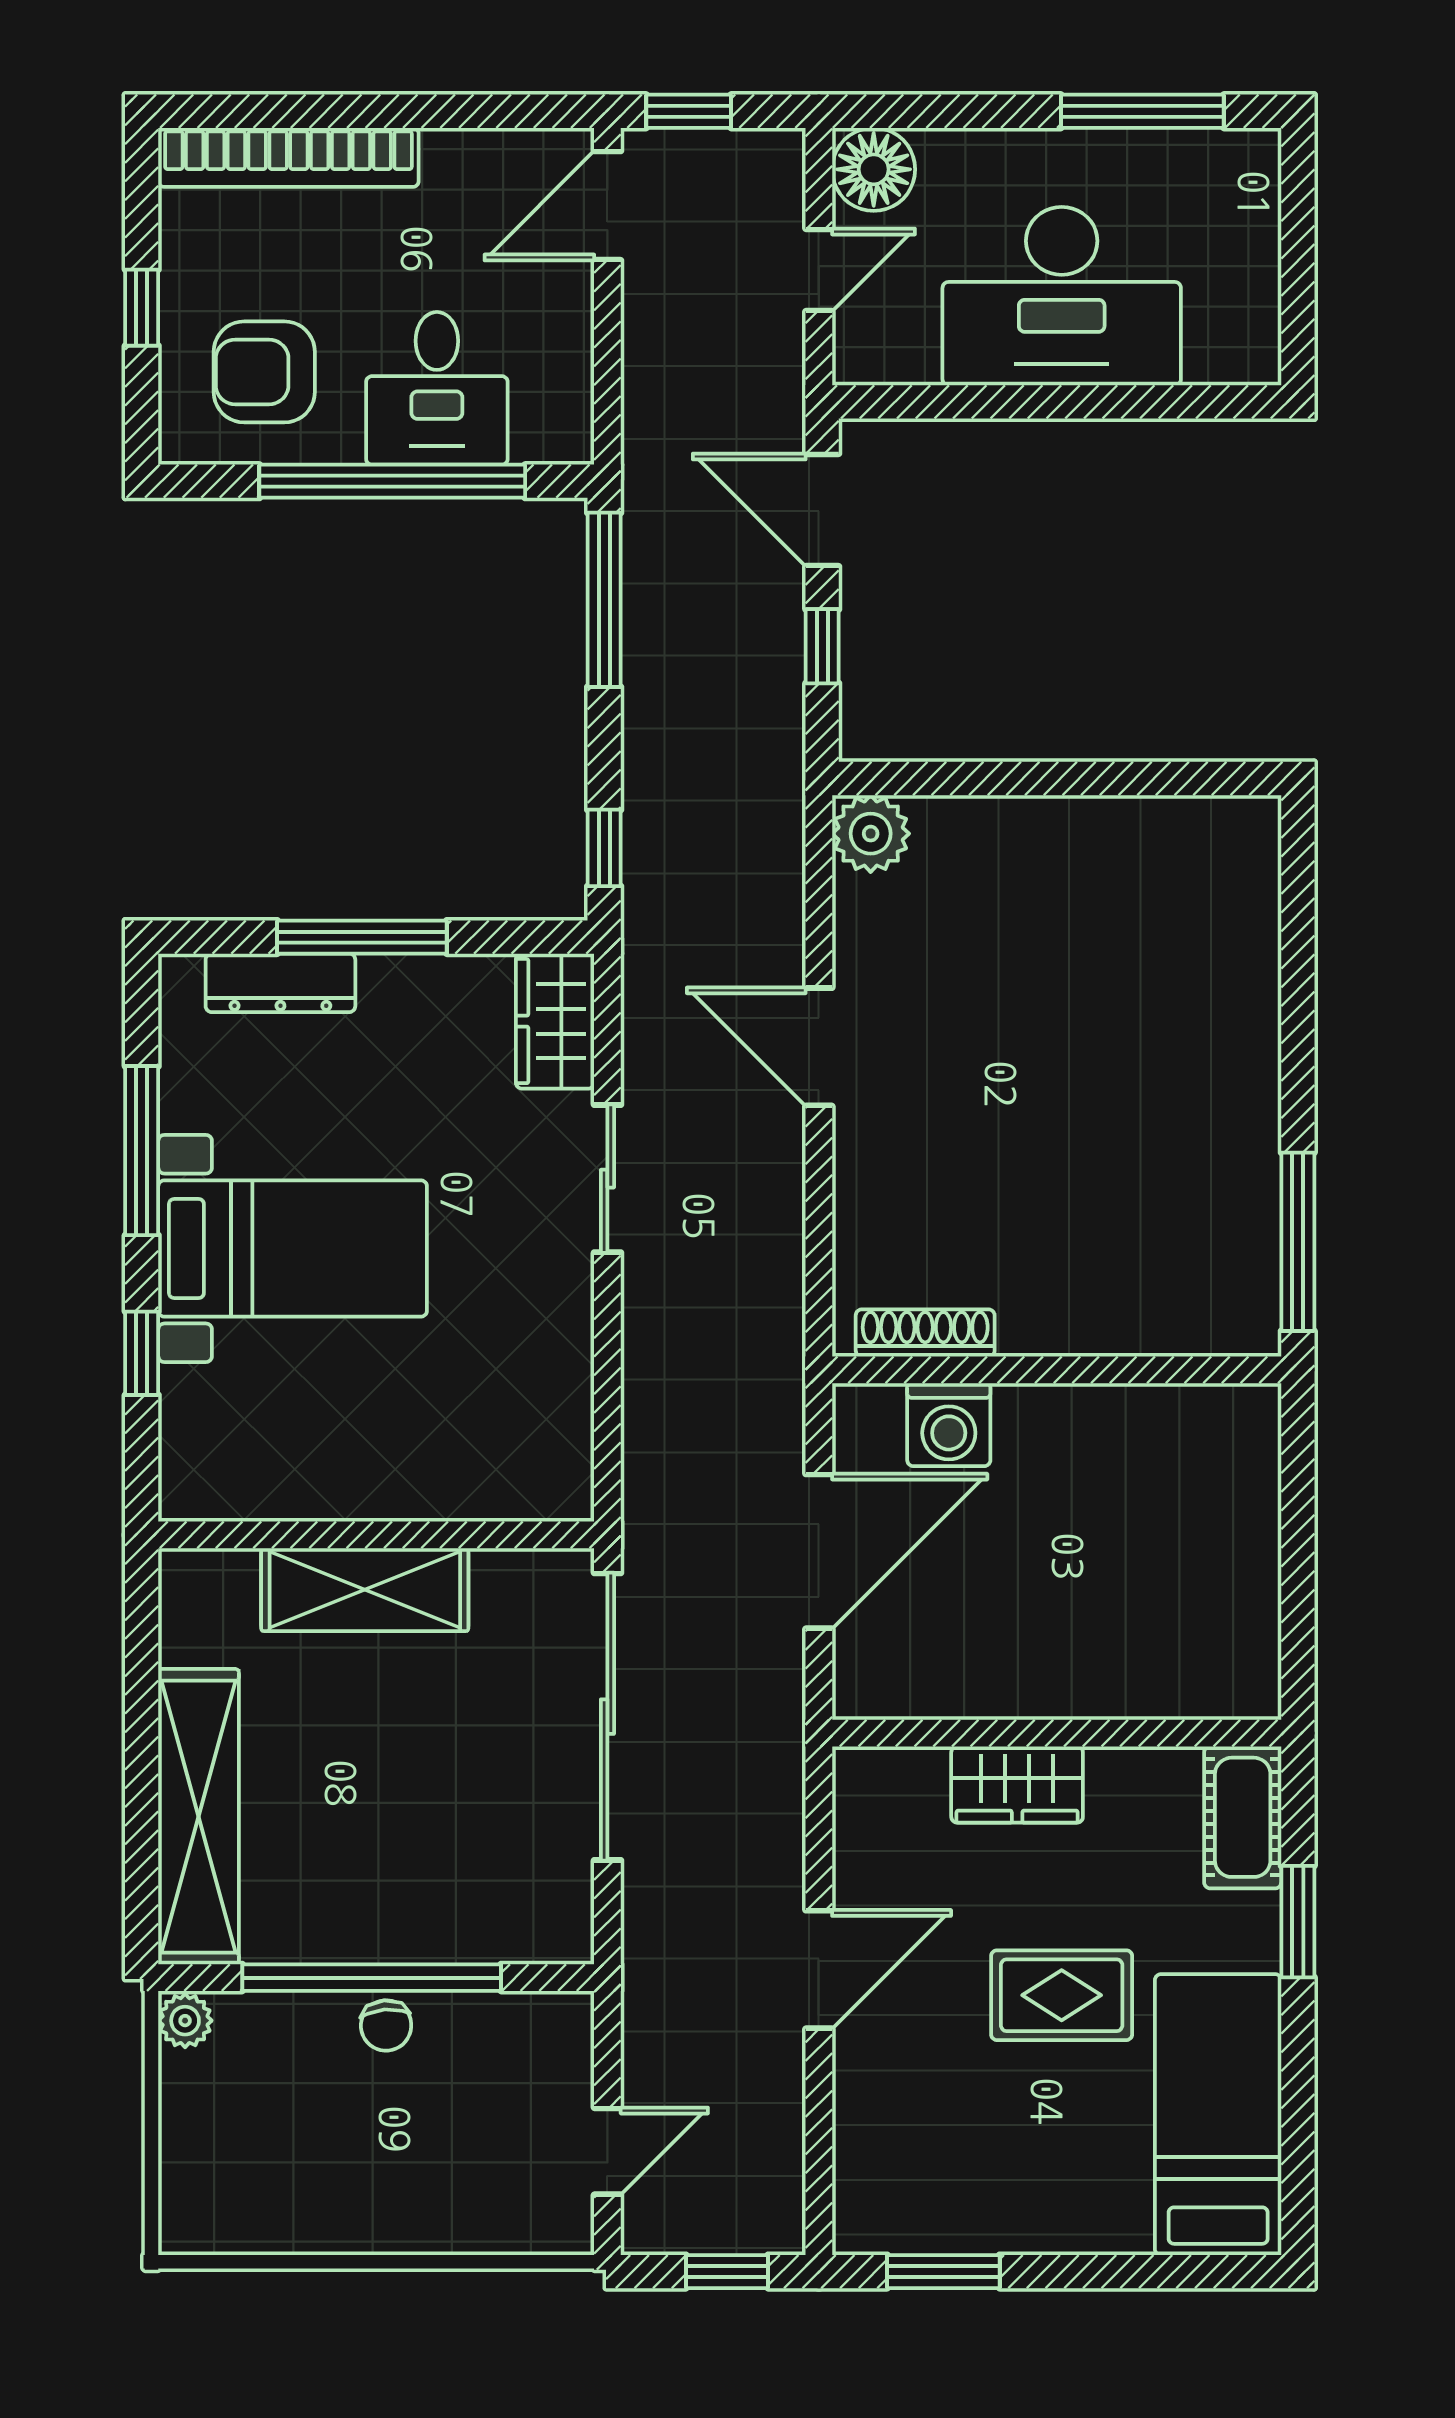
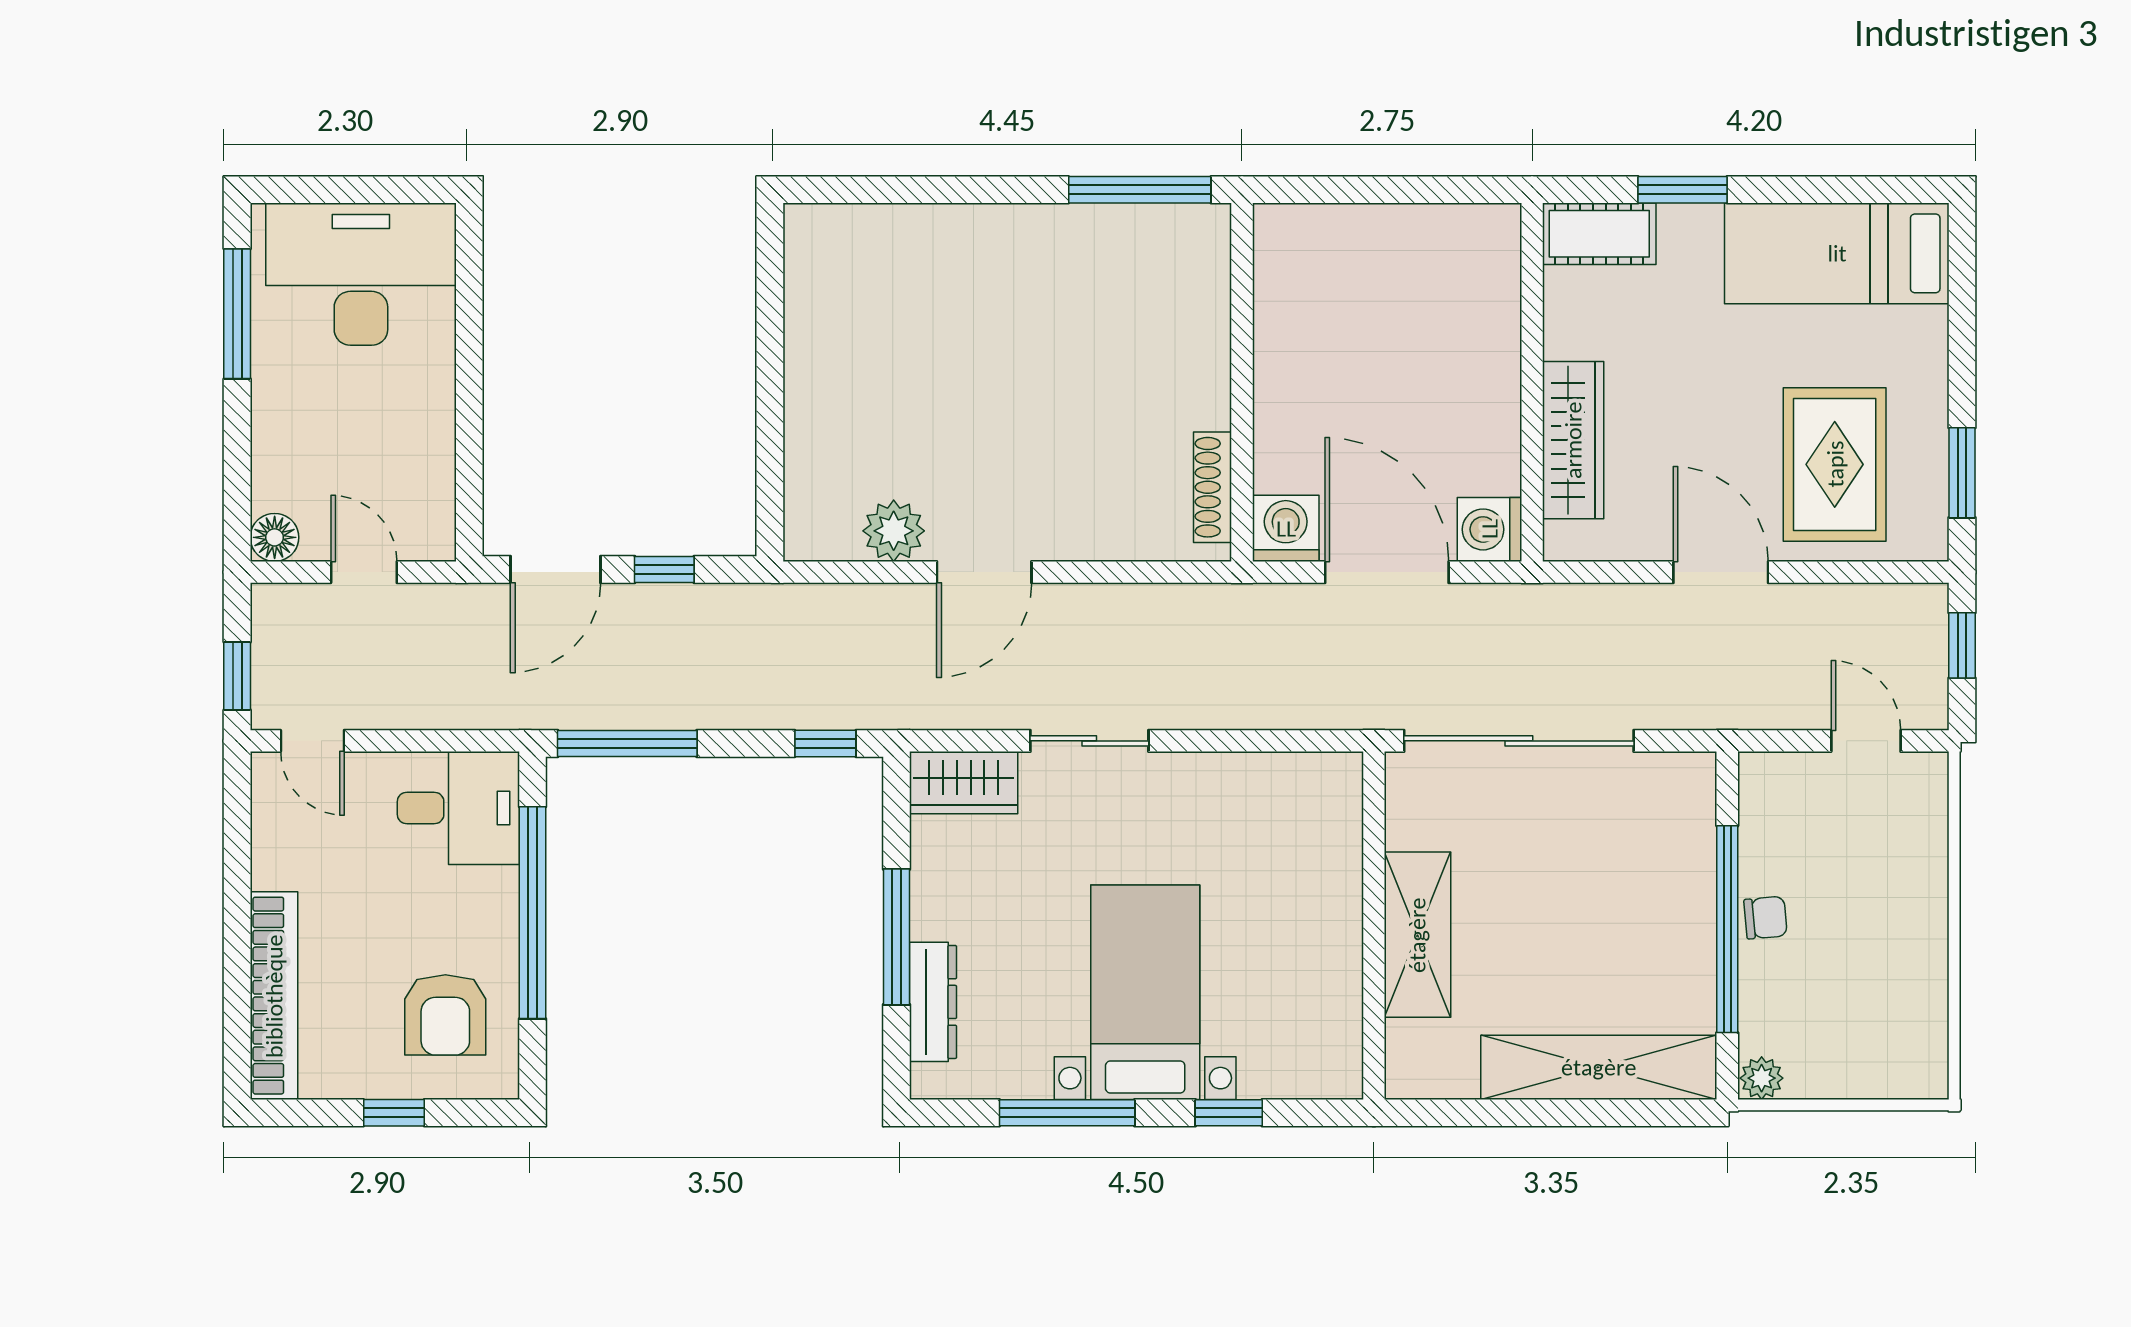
floor lamp: (874, 169) -> (275, 537), width x0.73, depth x0.73
door: (607, 206) -> (312, 741), width x0.73
desk: (1062, 296) -> (361, 274), moved, turned -90
desk: (437, 388) -> (458, 808), moved
plant: (871, 834) -> (894, 531), moved
washing machine: (949, 1425) -> (1286, 528), moved, turned -90
washing machine: (872, 1680) -> (1489, 529), added
wardrobe: (1017, 1785) -> (1573, 440), width x1.50
rug: (1062, 1995) -> (1835, 464), moved, width x1.36, depth x1.43

